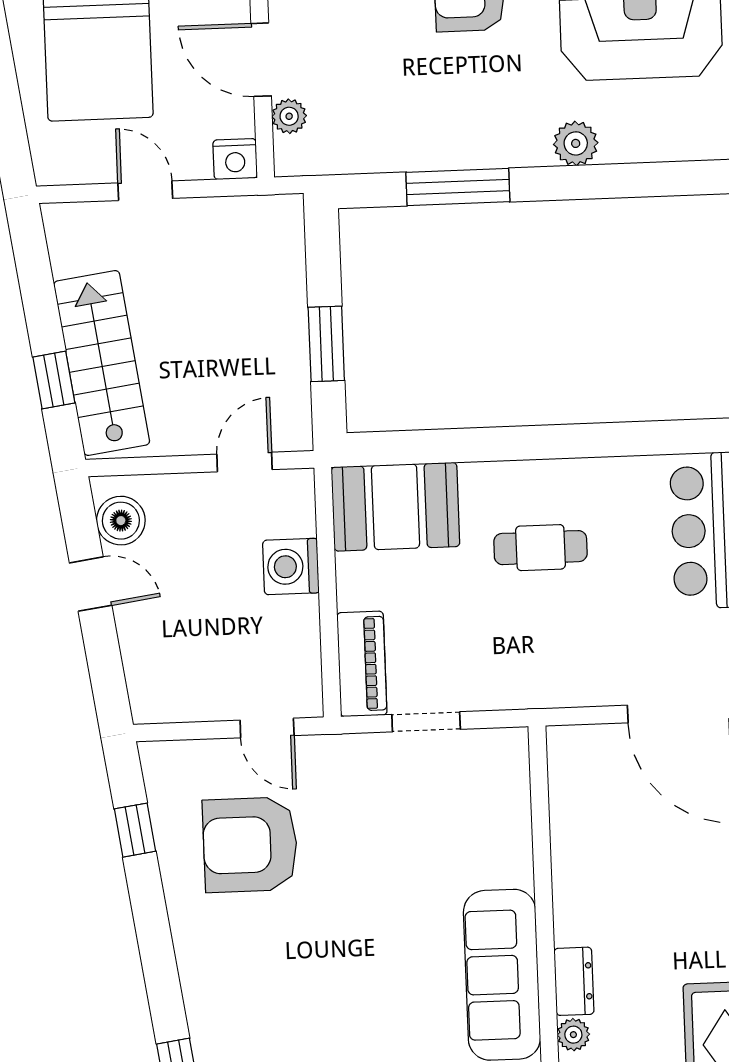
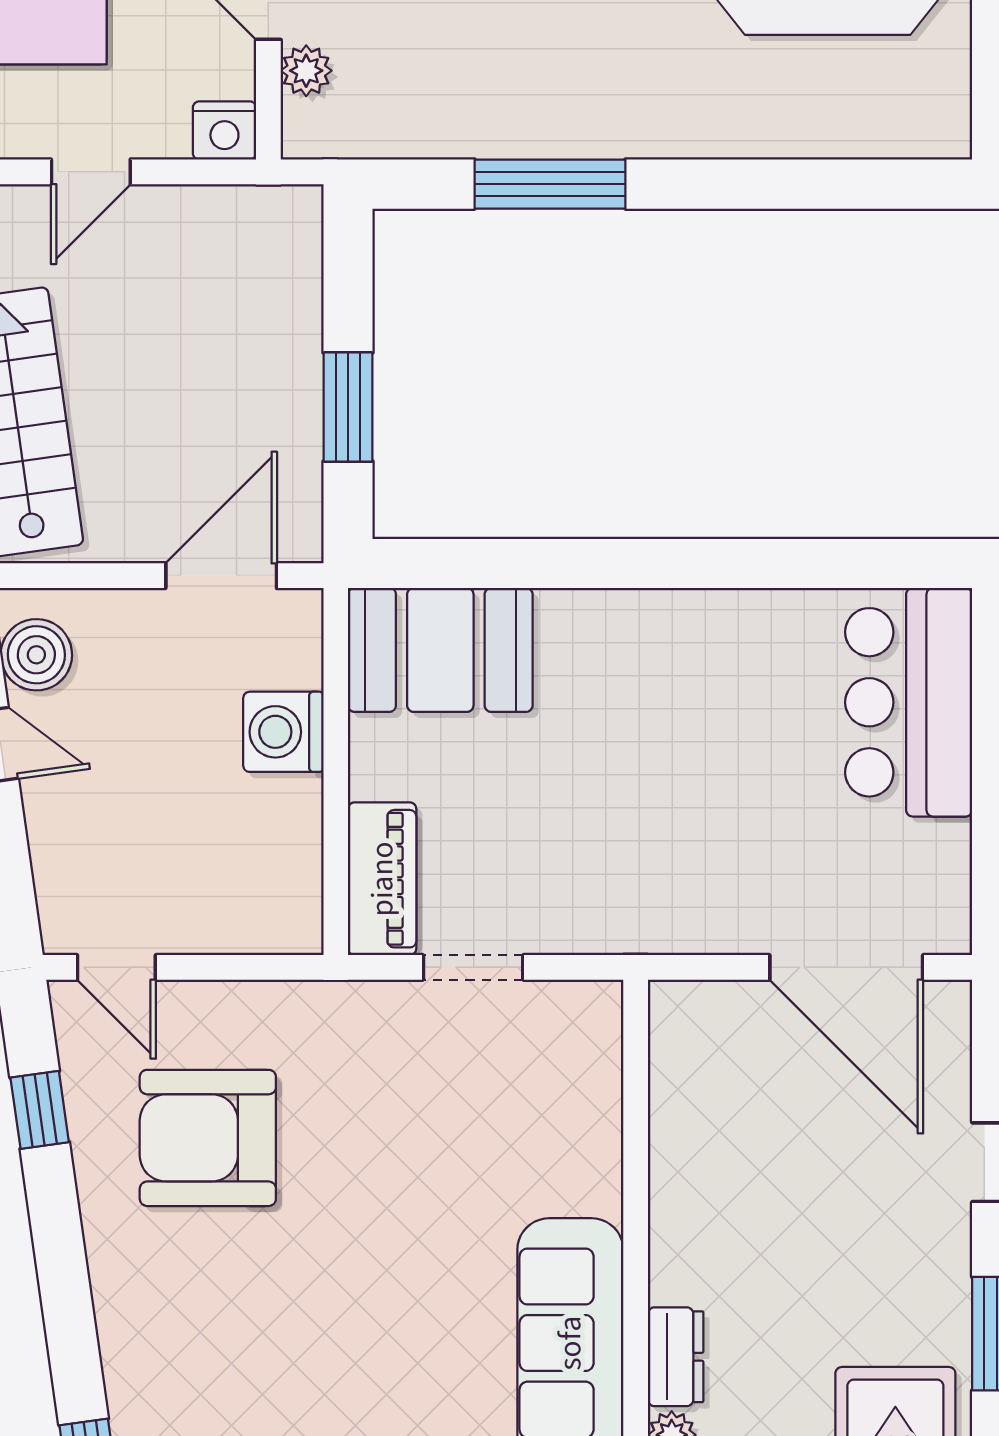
plant: (576, 143) -> (725, 127), removed
door: (145, 191) -> (91, 172), swing flipped
door: (244, 462) -> (221, 576), width x1.38
cafe table: (540, 548) -> (651, 718), removed
door: (267, 728) -> (116, 967), moved

